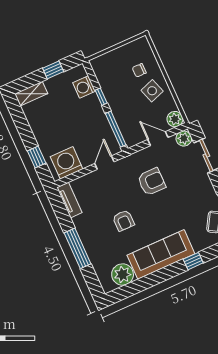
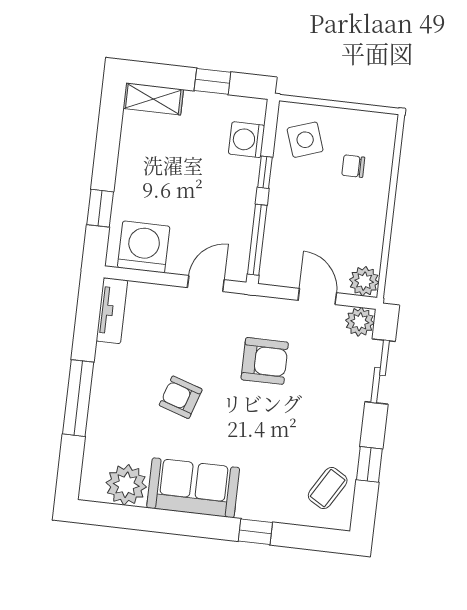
side table: (152, 91) -> (305, 140), moved
armchair: (124, 221) -> (181, 397), turned 108
sofa: (161, 254) -> (193, 488), width x0.73

